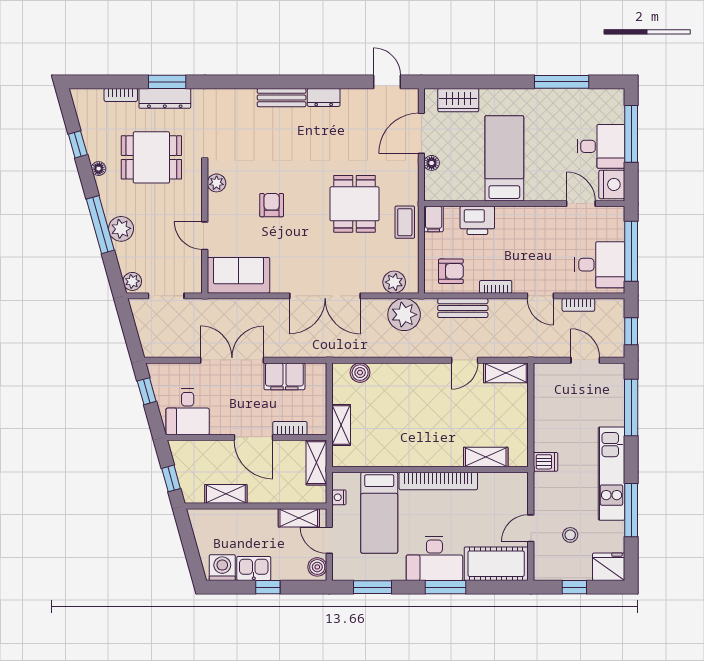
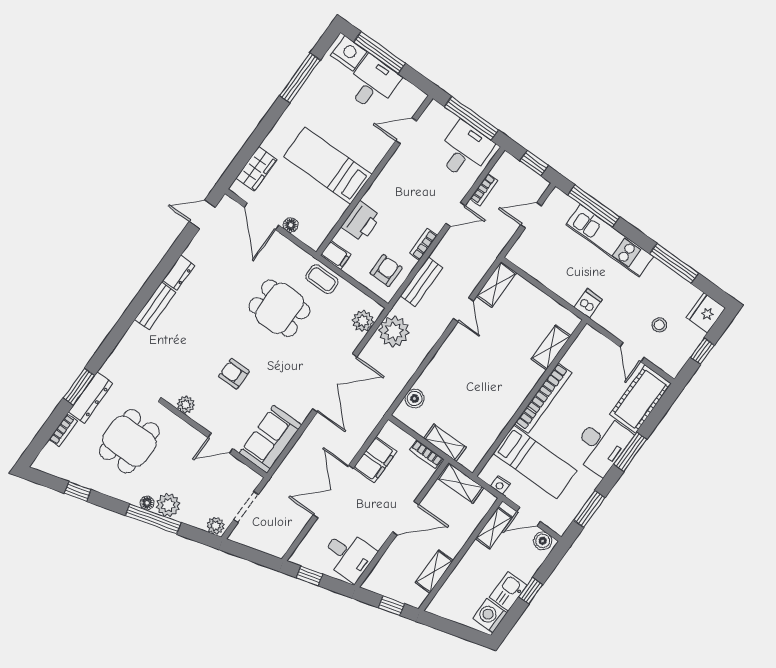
floor lamp: (99, 169) -> (147, 503), moved
nightstand: (612, 184) -> (349, 53), moved
bookcase: (290, 428) -> (426, 454), moved, turned -90
kitchen unit: (612, 474) -> (610, 241), moved

